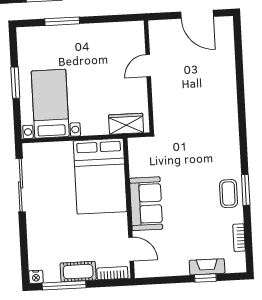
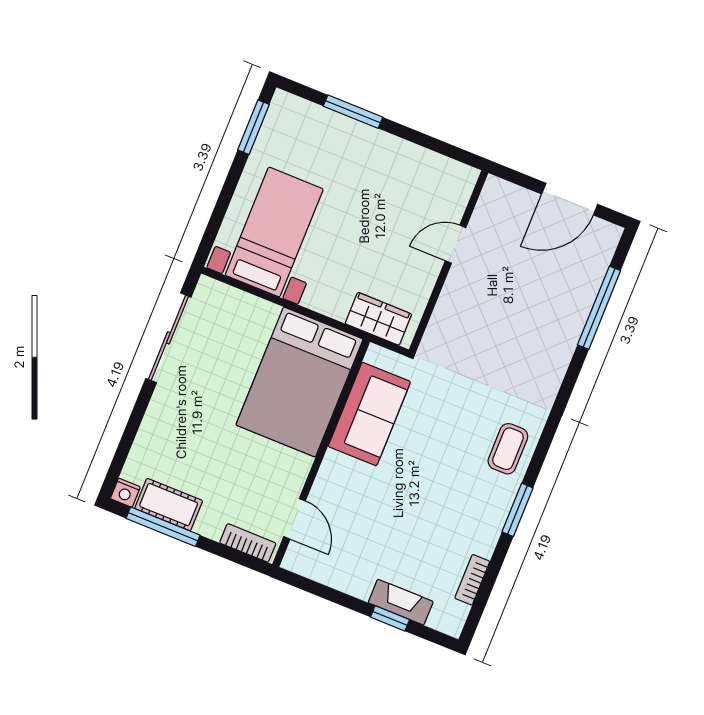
door: (197, 14) -> (570, 199), hinge flipped
window: (239, 64) -> (599, 308), added
window: (15, 83) -> (254, 127), moved
coffee table: (229, 194) -> (508, 449), moved
sofa: (146, 204) -> (369, 414), moved
cot: (78, 272) -> (169, 505), moved

